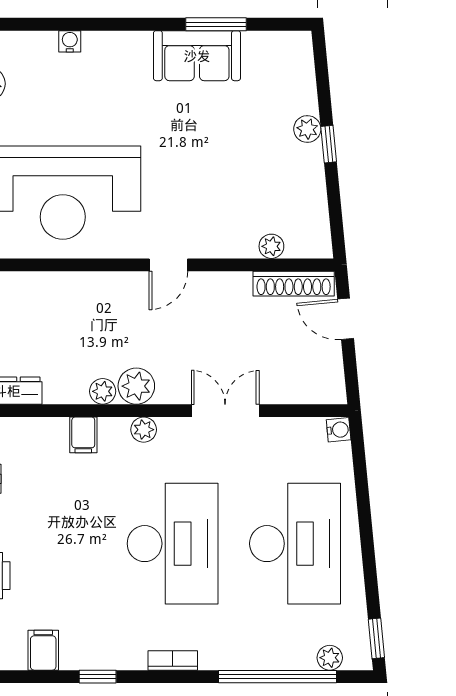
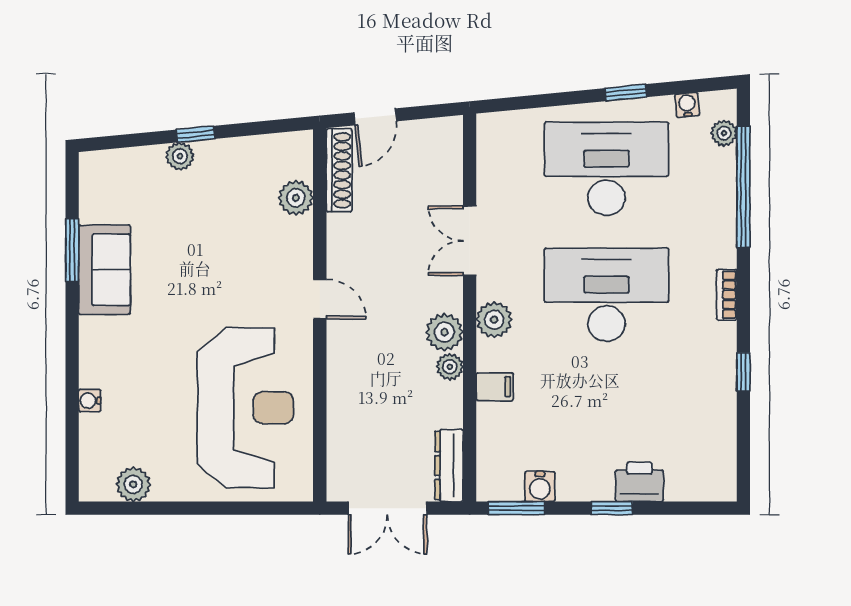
plant: (271, 246) -> (296, 198), width x1.38, depth x1.38
plant: (144, 430) -> (494, 320), width x1.38, depth x1.38
water cooler: (339, 430) -> (687, 105), moved
window: (376, 638) -> (626, 93), moved
filing cabinet: (43, 650) -> (716, 428), removed

